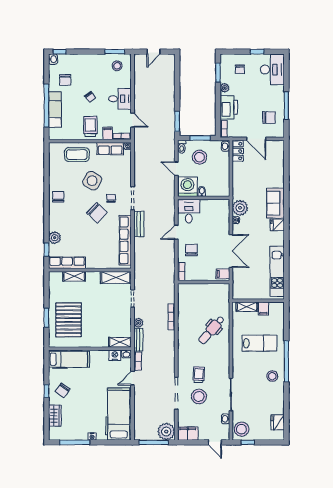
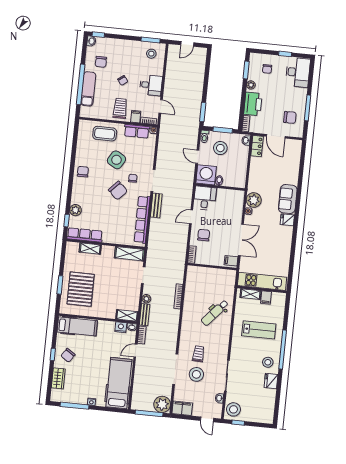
kitchen unit: (277, 271) -> (262, 281), moved, turned 90
fridge: (278, 422) -> (271, 381), moved

